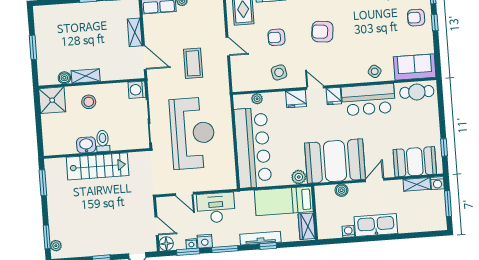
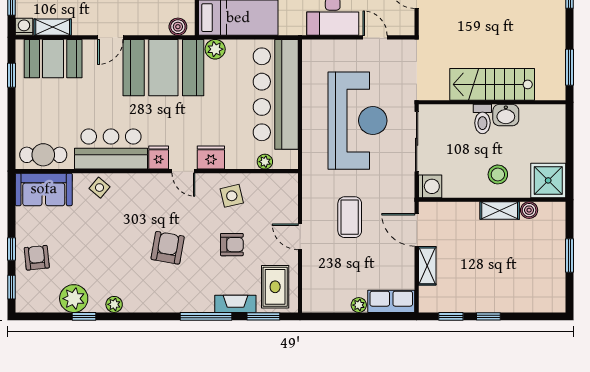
armchair: (416, 18) -> (37, 258), turned -96
armchair: (322, 32) -> (168, 248), turned -86
reception desk: (193, 133) -> (358, 121), turned 180
boiler: (342, 190) -> (178, 27), moved

